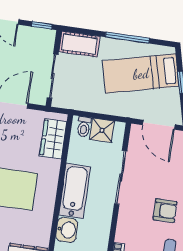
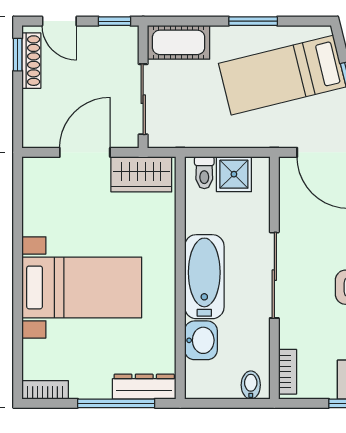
window: (127, 38) -> (253, 21), width x0.69
wardrobe: (53, 139) -> (141, 174), moved, turned -90
sliding door: (121, 177) -> (274, 275), moved

